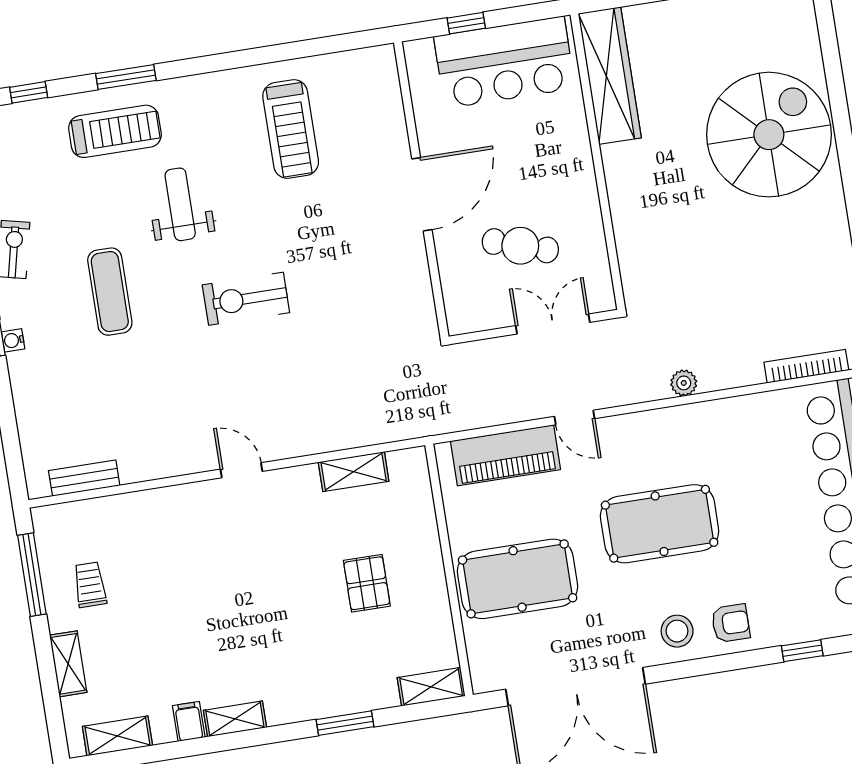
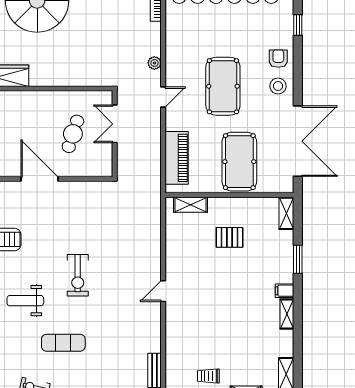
door: (575, 417) -> (163, 97), moved
shelving: (354, 472) -> (190, 205), moved, turned 90
filing cabinet: (189, 721) -> (285, 291), moved

